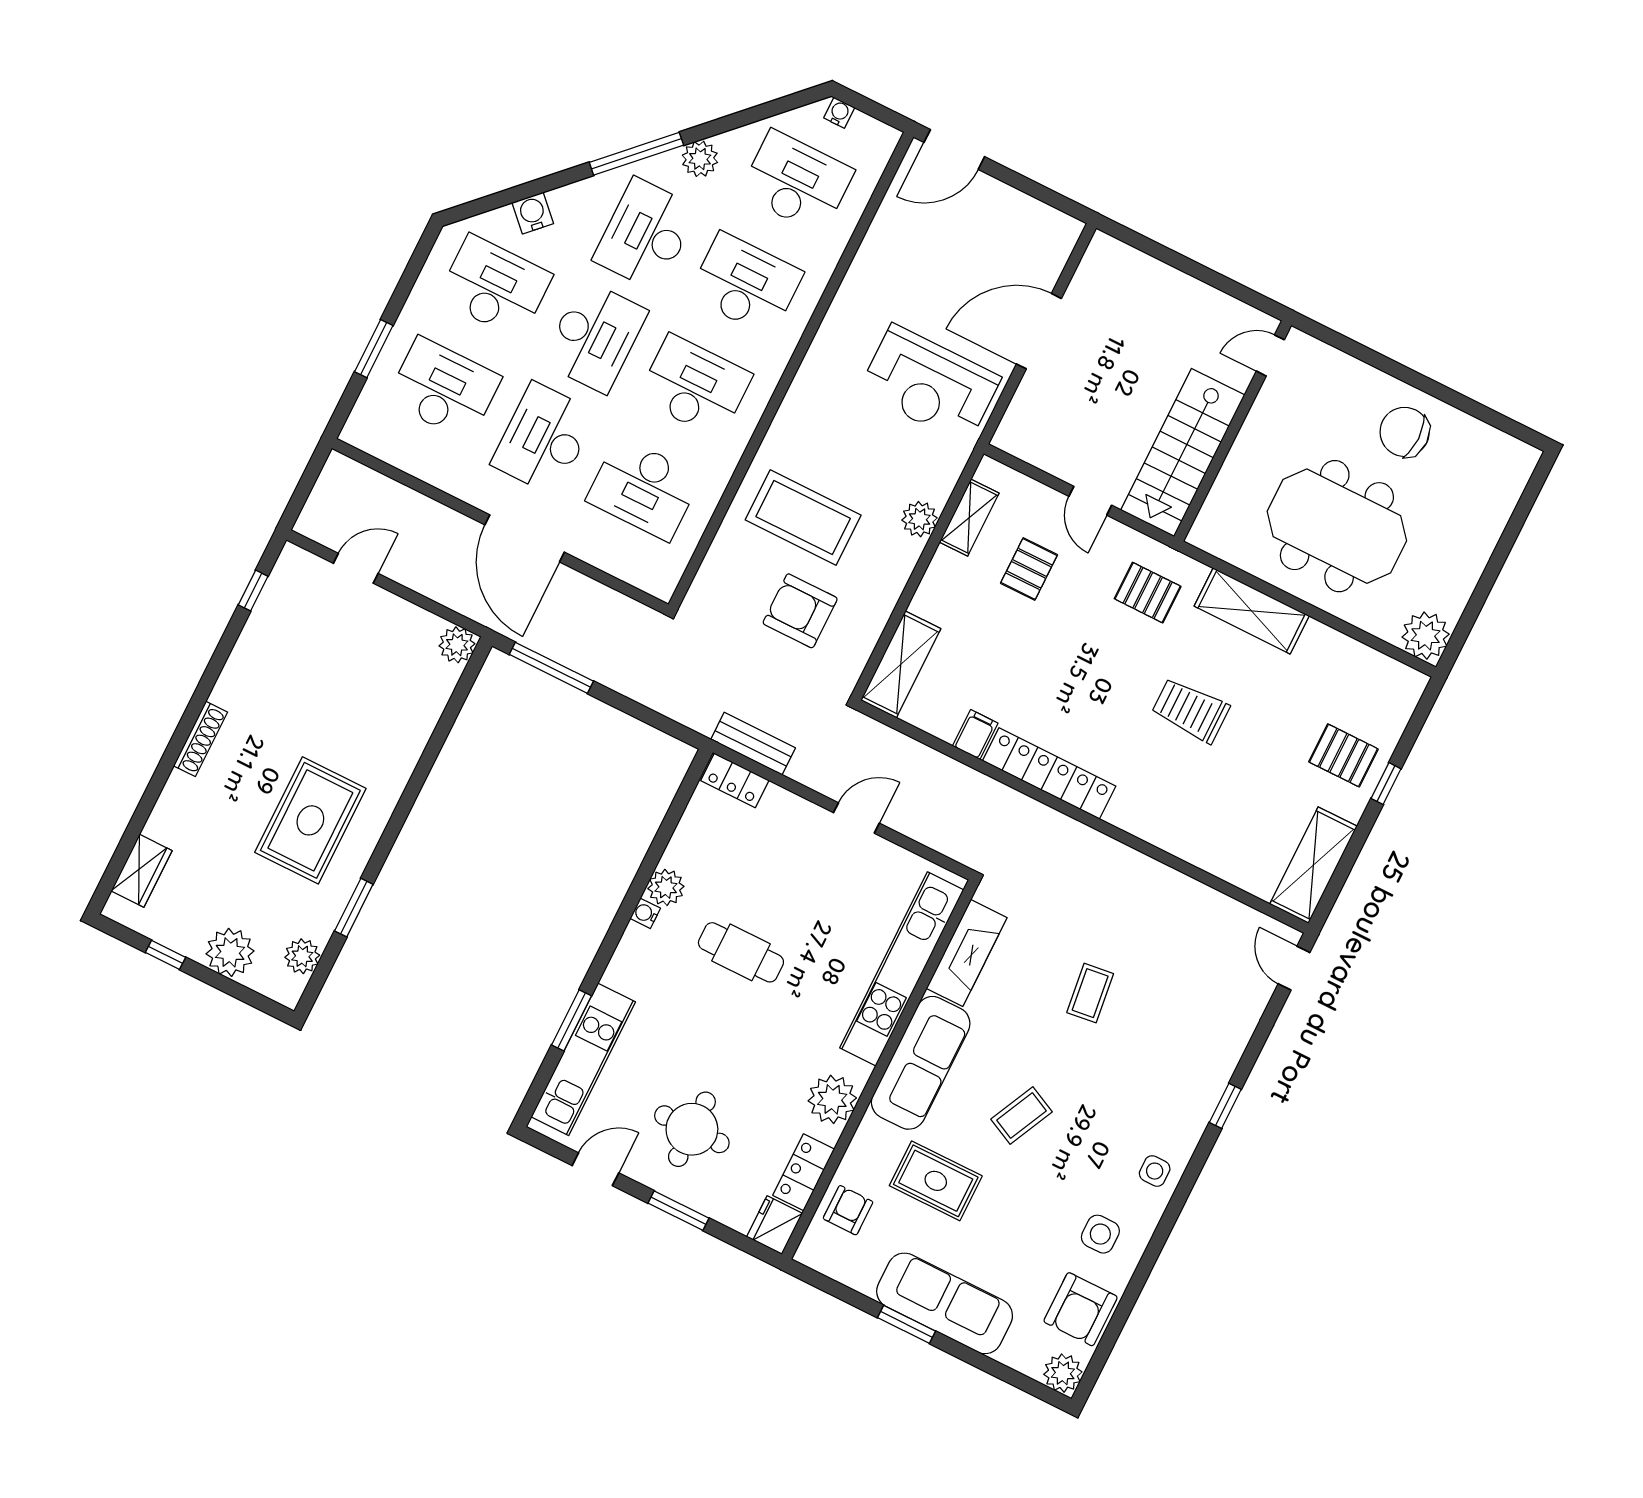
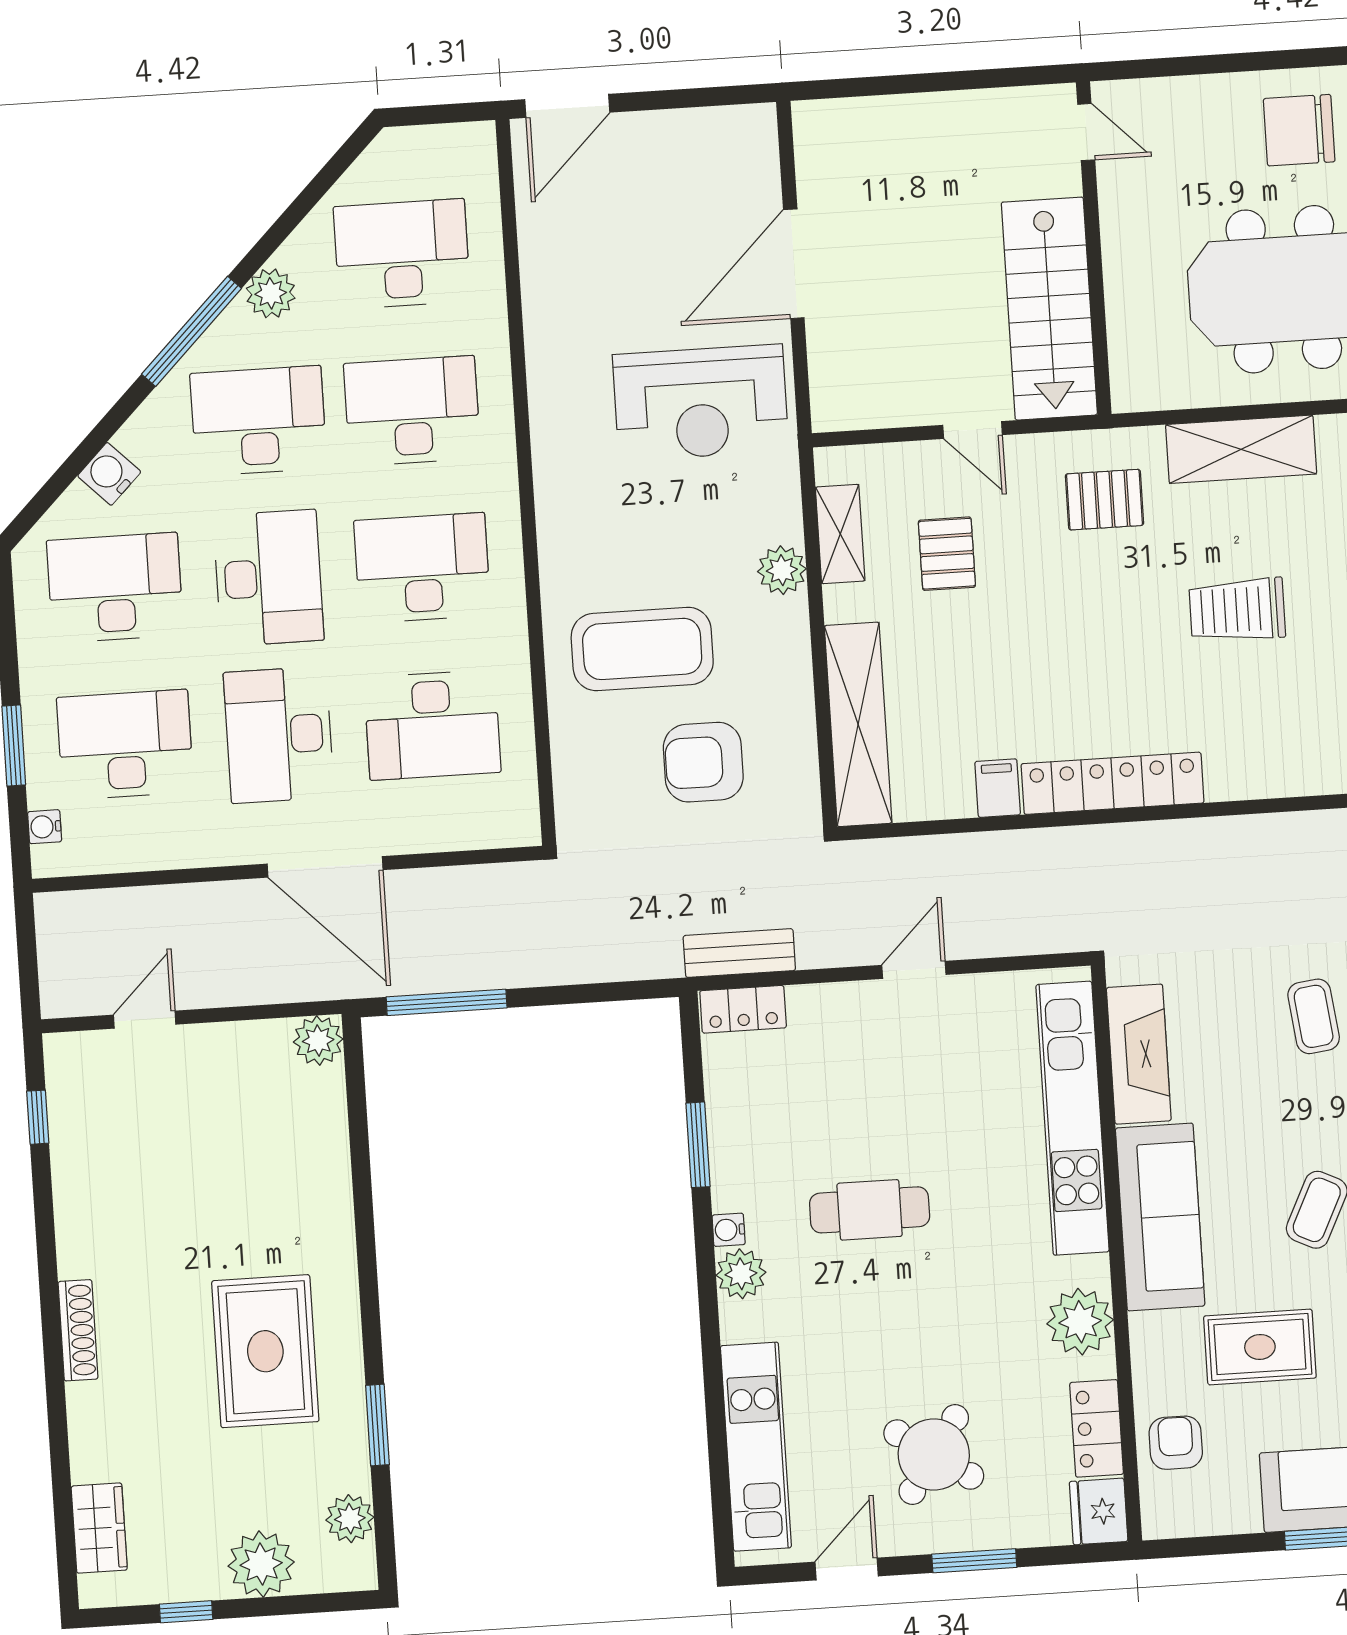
water cooler: (839, 113) -> (45, 827), moved, turned -90
desk: (646, 234) -> (258, 421), turned 90
door: (1270, 355) -> (1086, 132), swing flipped
shelving: (901, 664) -> (858, 724), width x1.47
plant: (666, 887) -> (741, 1274), moved
window: (572, 1020) -> (698, 1145), moved
round table: (692, 1129) -> (934, 1455), turned 34

